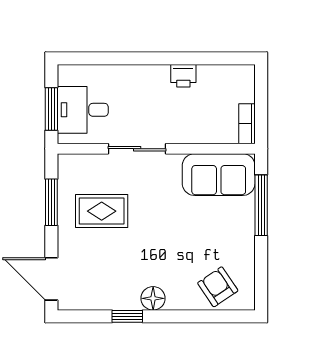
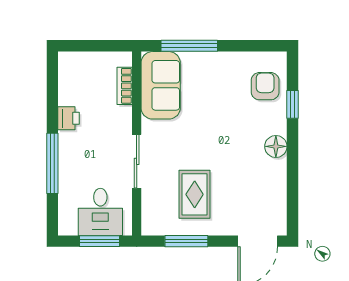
window: (135, 58) -> (52, 163), added
bookcase: (247, 124) -> (125, 86), moved, turned 90
armchair: (218, 287) -> (265, 86), turned 124
window: (127, 316) -> (293, 104), moved

